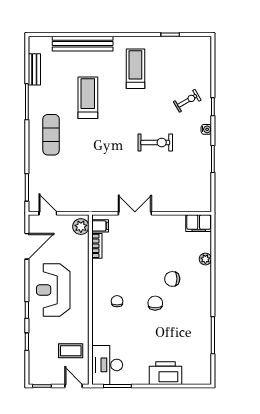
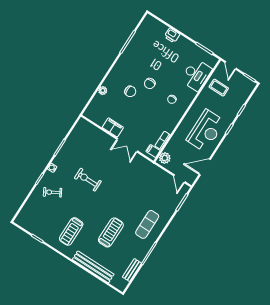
treadmill: (88, 98) -> (111, 232), turned 180
filing cabinet: (199, 223) -> (113, 127), moved
desk: (107, 365) -> (196, 75), moved
printer: (166, 373) -> (172, 35), width x0.53, depth x0.68

